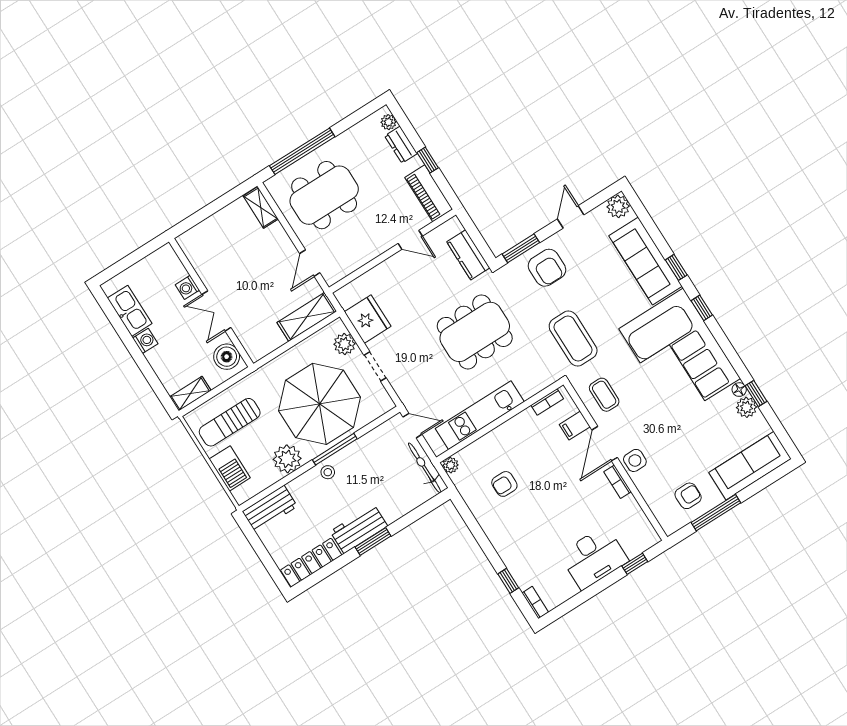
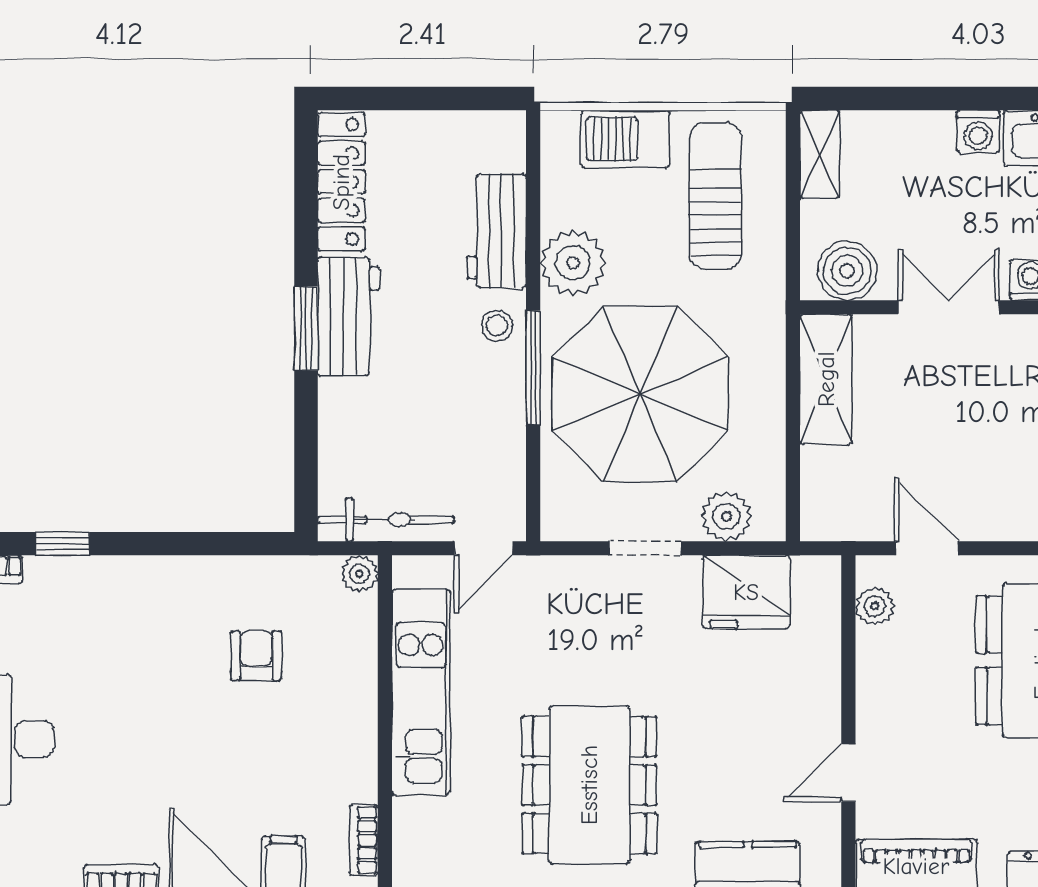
plant: (343, 269) -> (875, 606), added
shelving: (307, 317) -> (826, 379), moved
workbench: (270, 509) -> (497, 231), moved

